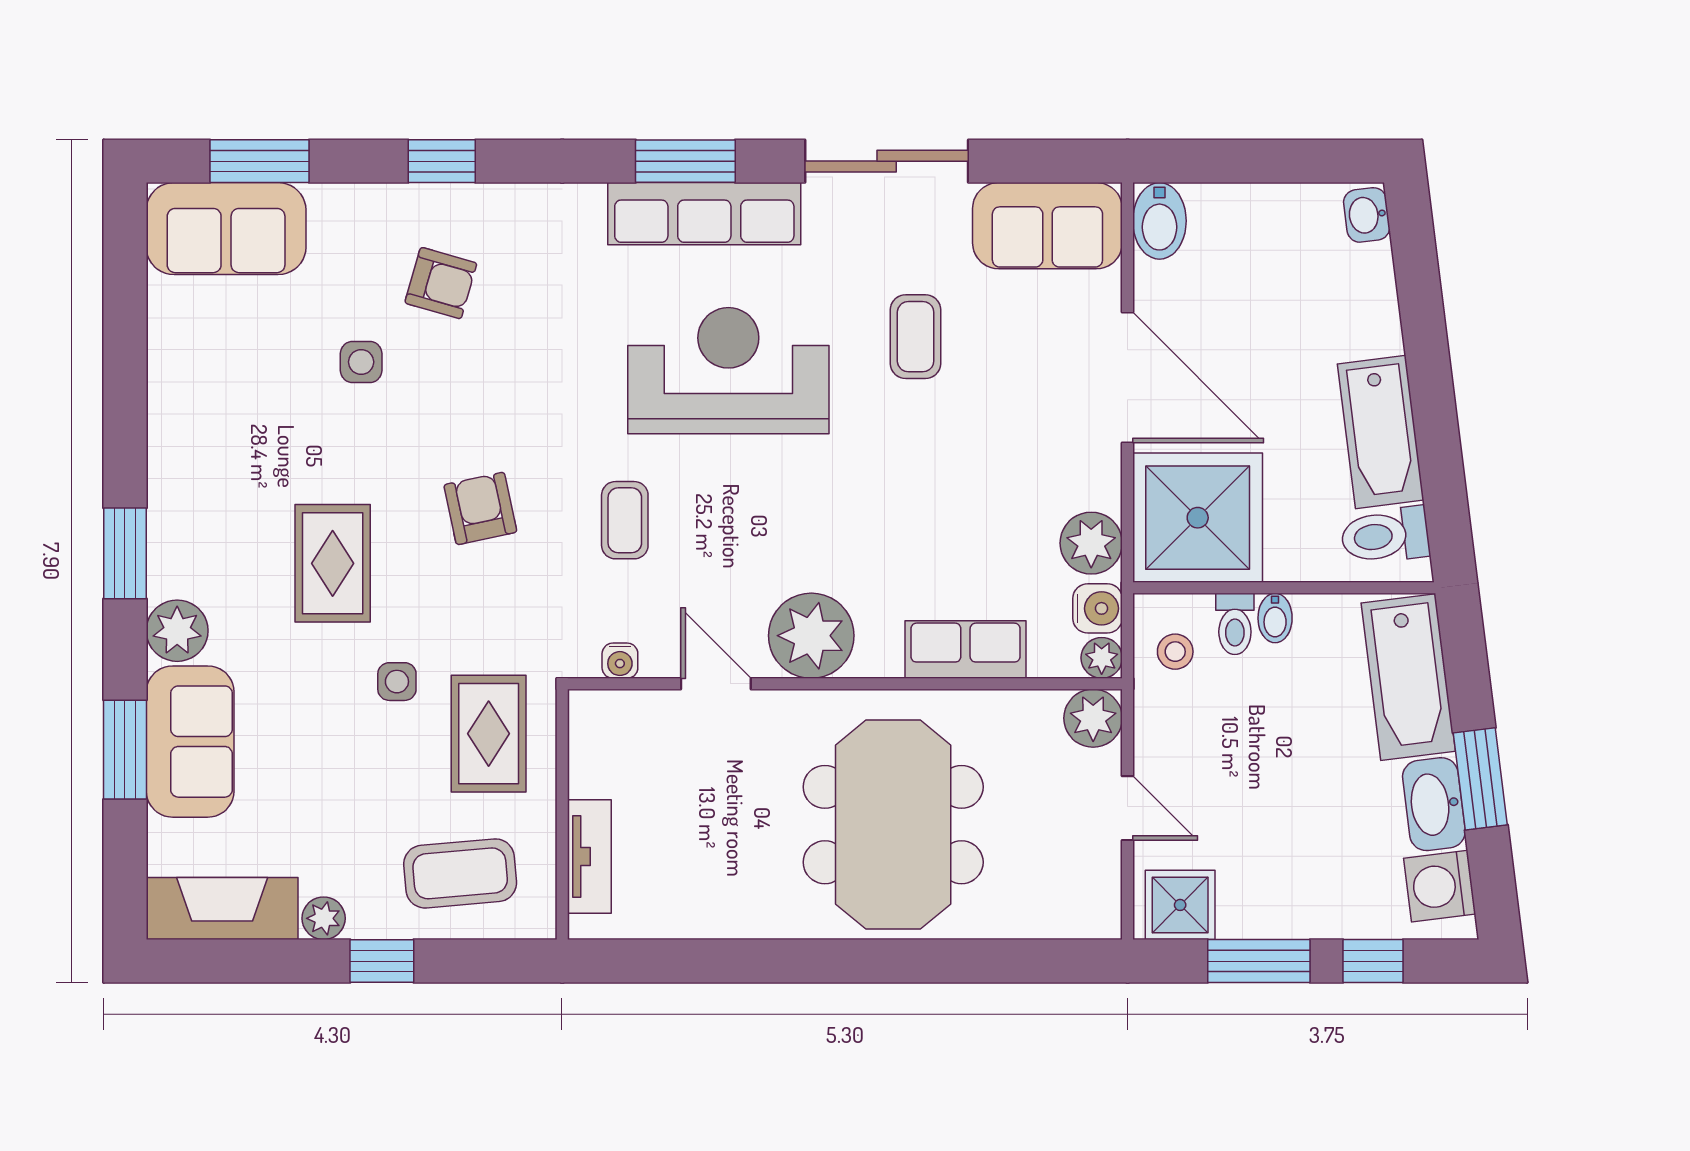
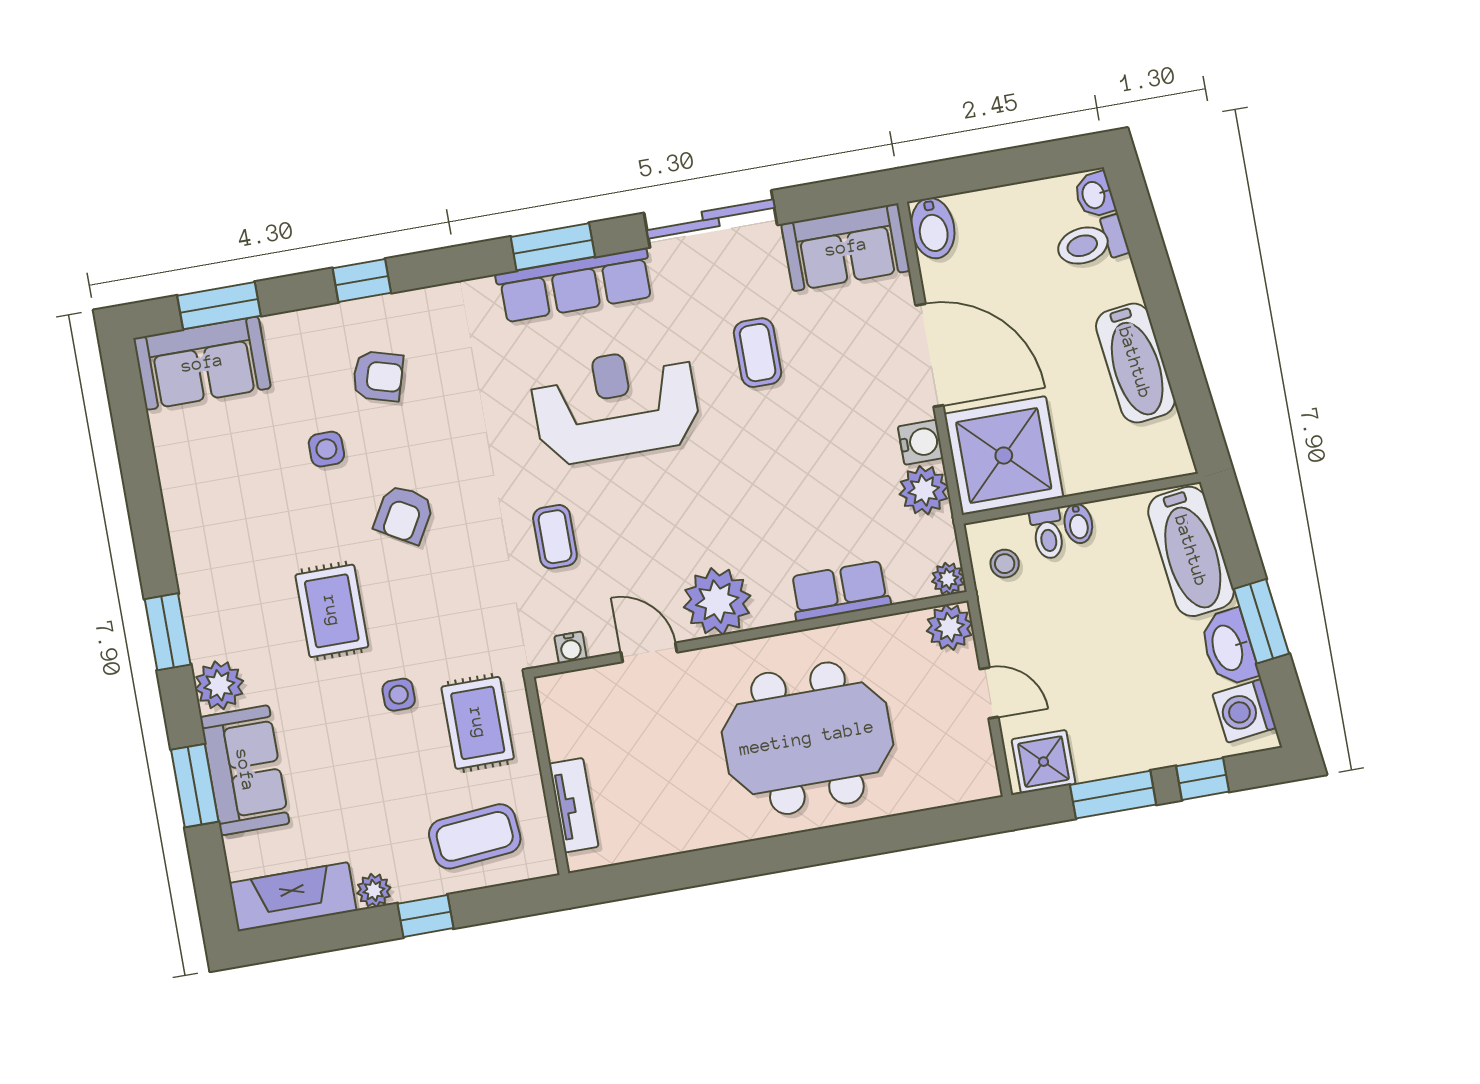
armchair: (480, 508) -> (404, 514), moved, turned -138
toilet: (1385, 536) -> (1091, 243), moved
water cooler: (1098, 608) -> (921, 442), moved
meeting table: (893, 825) -> (807, 738), turned 90

